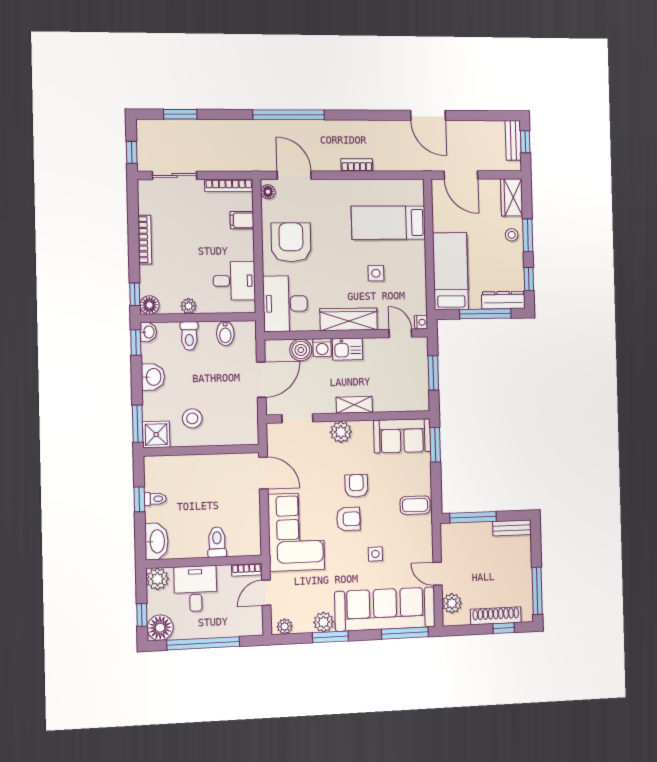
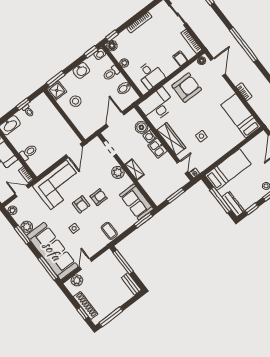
bed: (388, 223) -> (241, 116), moved
door: (261, 380) -> (115, 119), swing flipped

